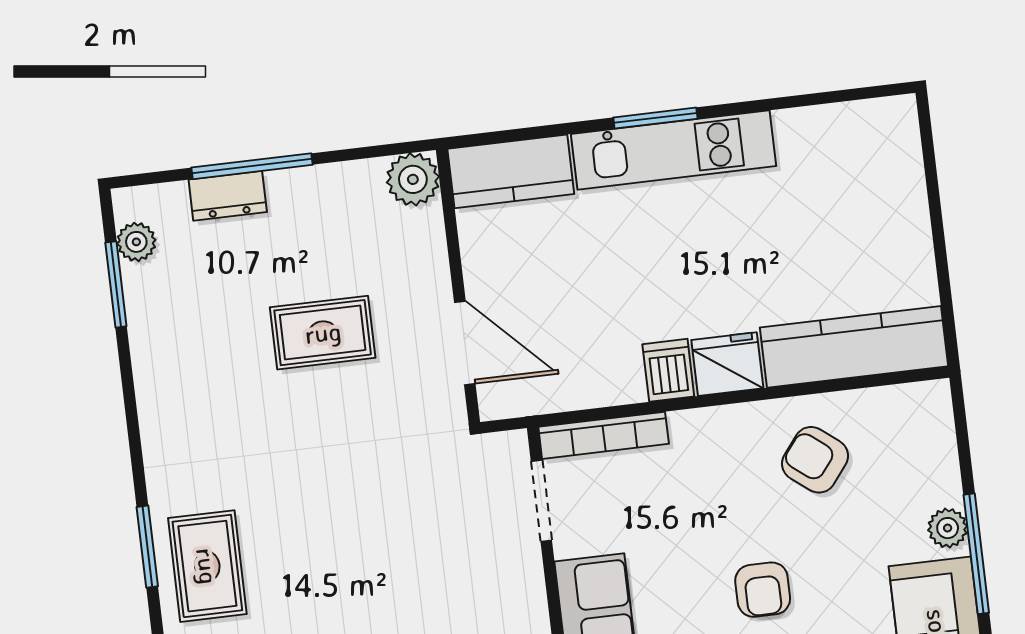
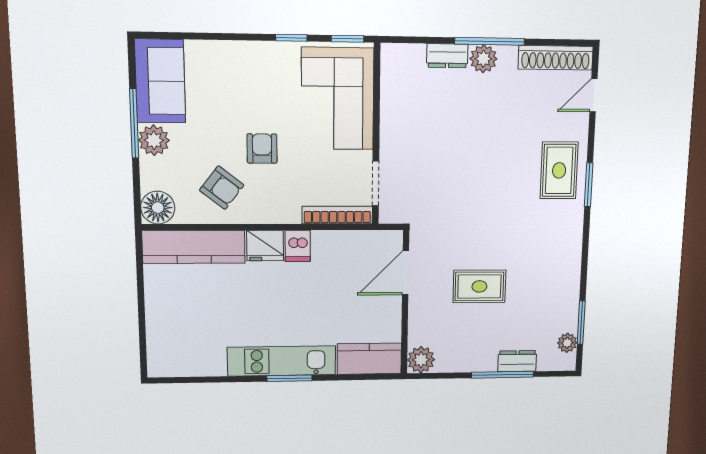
door: (465, 343) -> (406, 273), hinge flipped
floor lamp: (924, 411) -> (158, 208), added
plant: (948, 528) -> (154, 140), width x1.38, depth x1.38
armchair: (763, 590) -> (262, 149), moved

